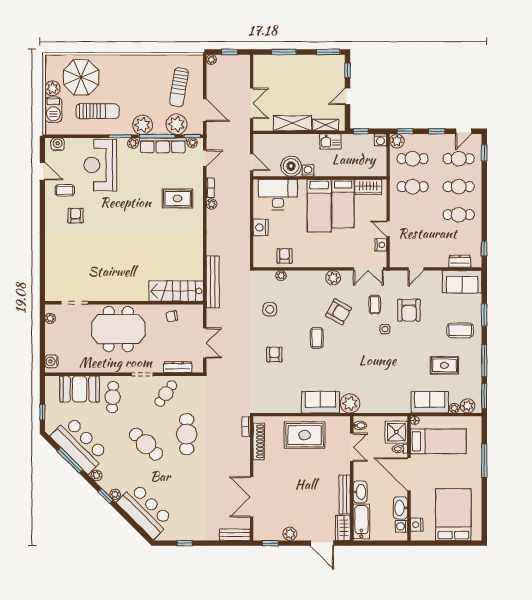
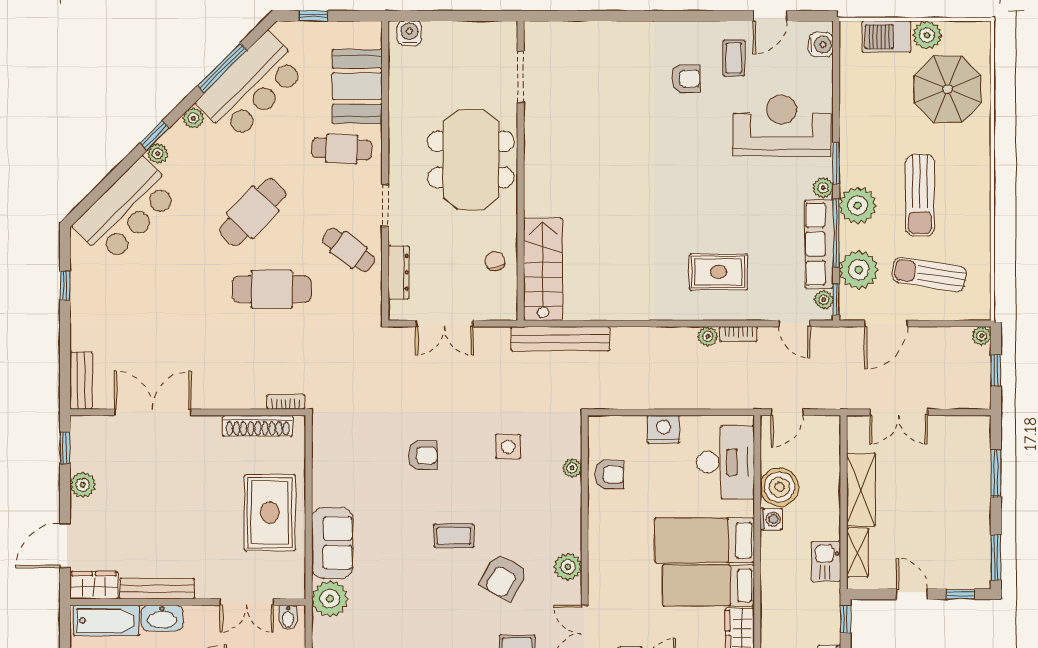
sun lounger: (97, 111) -> (920, 195), moved
rug: (178, 198) -> (718, 272), turned 90
plant: (50, 318) -> (491, 30), removed

